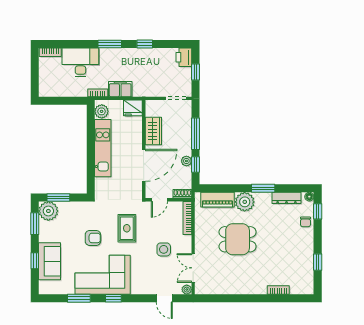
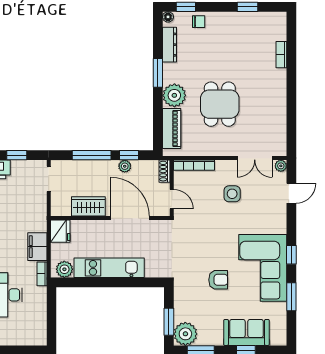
rug: (127, 228) -> (206, 239), removed
armchair: (93, 238) -> (218, 280), turned 90

